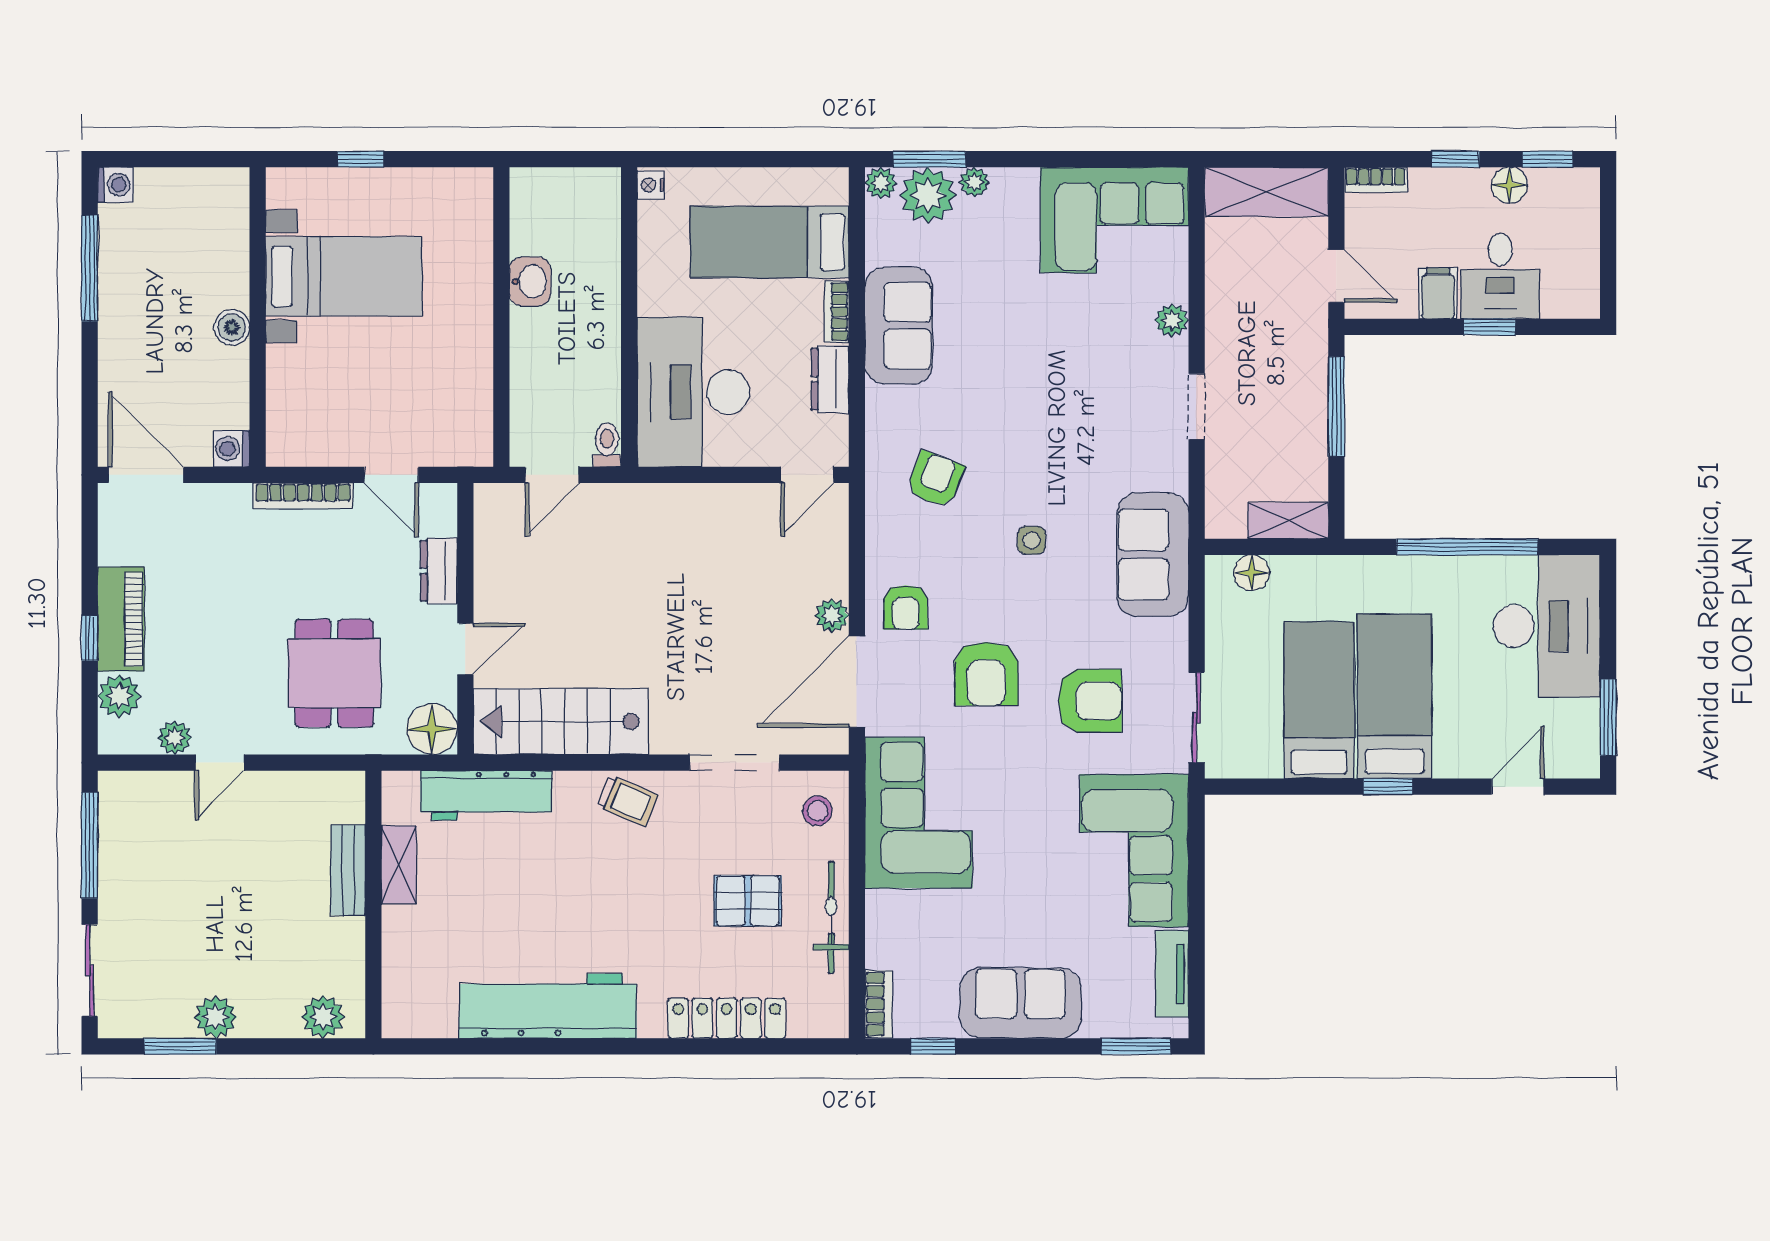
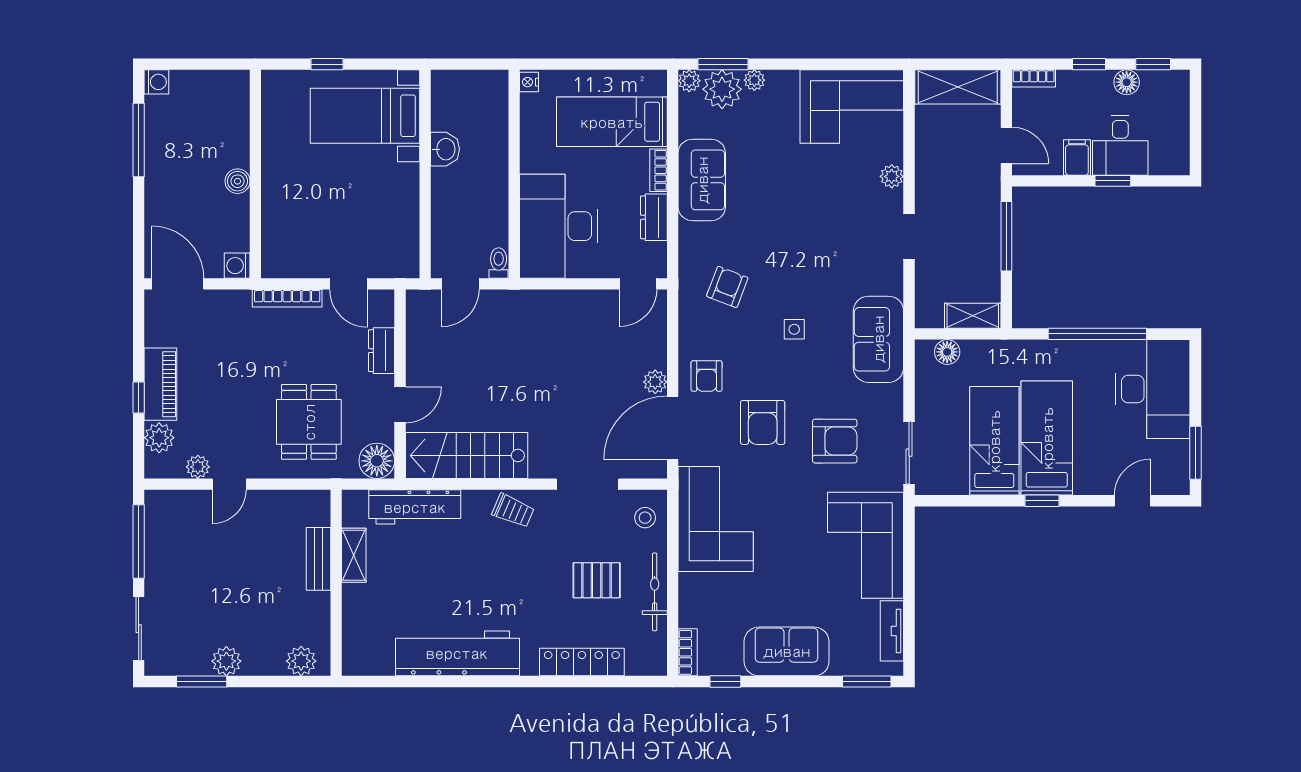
bed with nightstands: (344, 276) -> (365, 116), moved, turned 180

